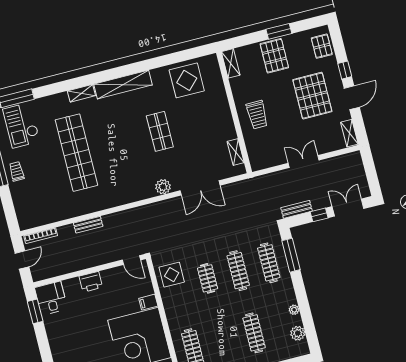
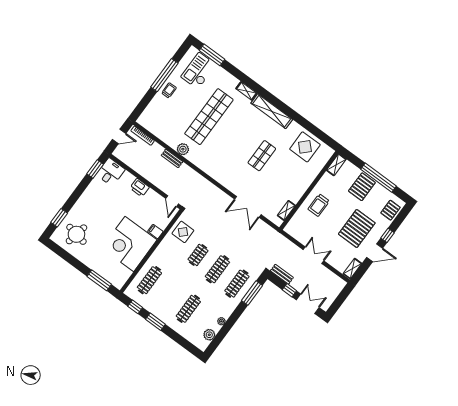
window: (279, 31) -> (378, 178), width x2.11
plant: (163, 187) -> (183, 149), moved

